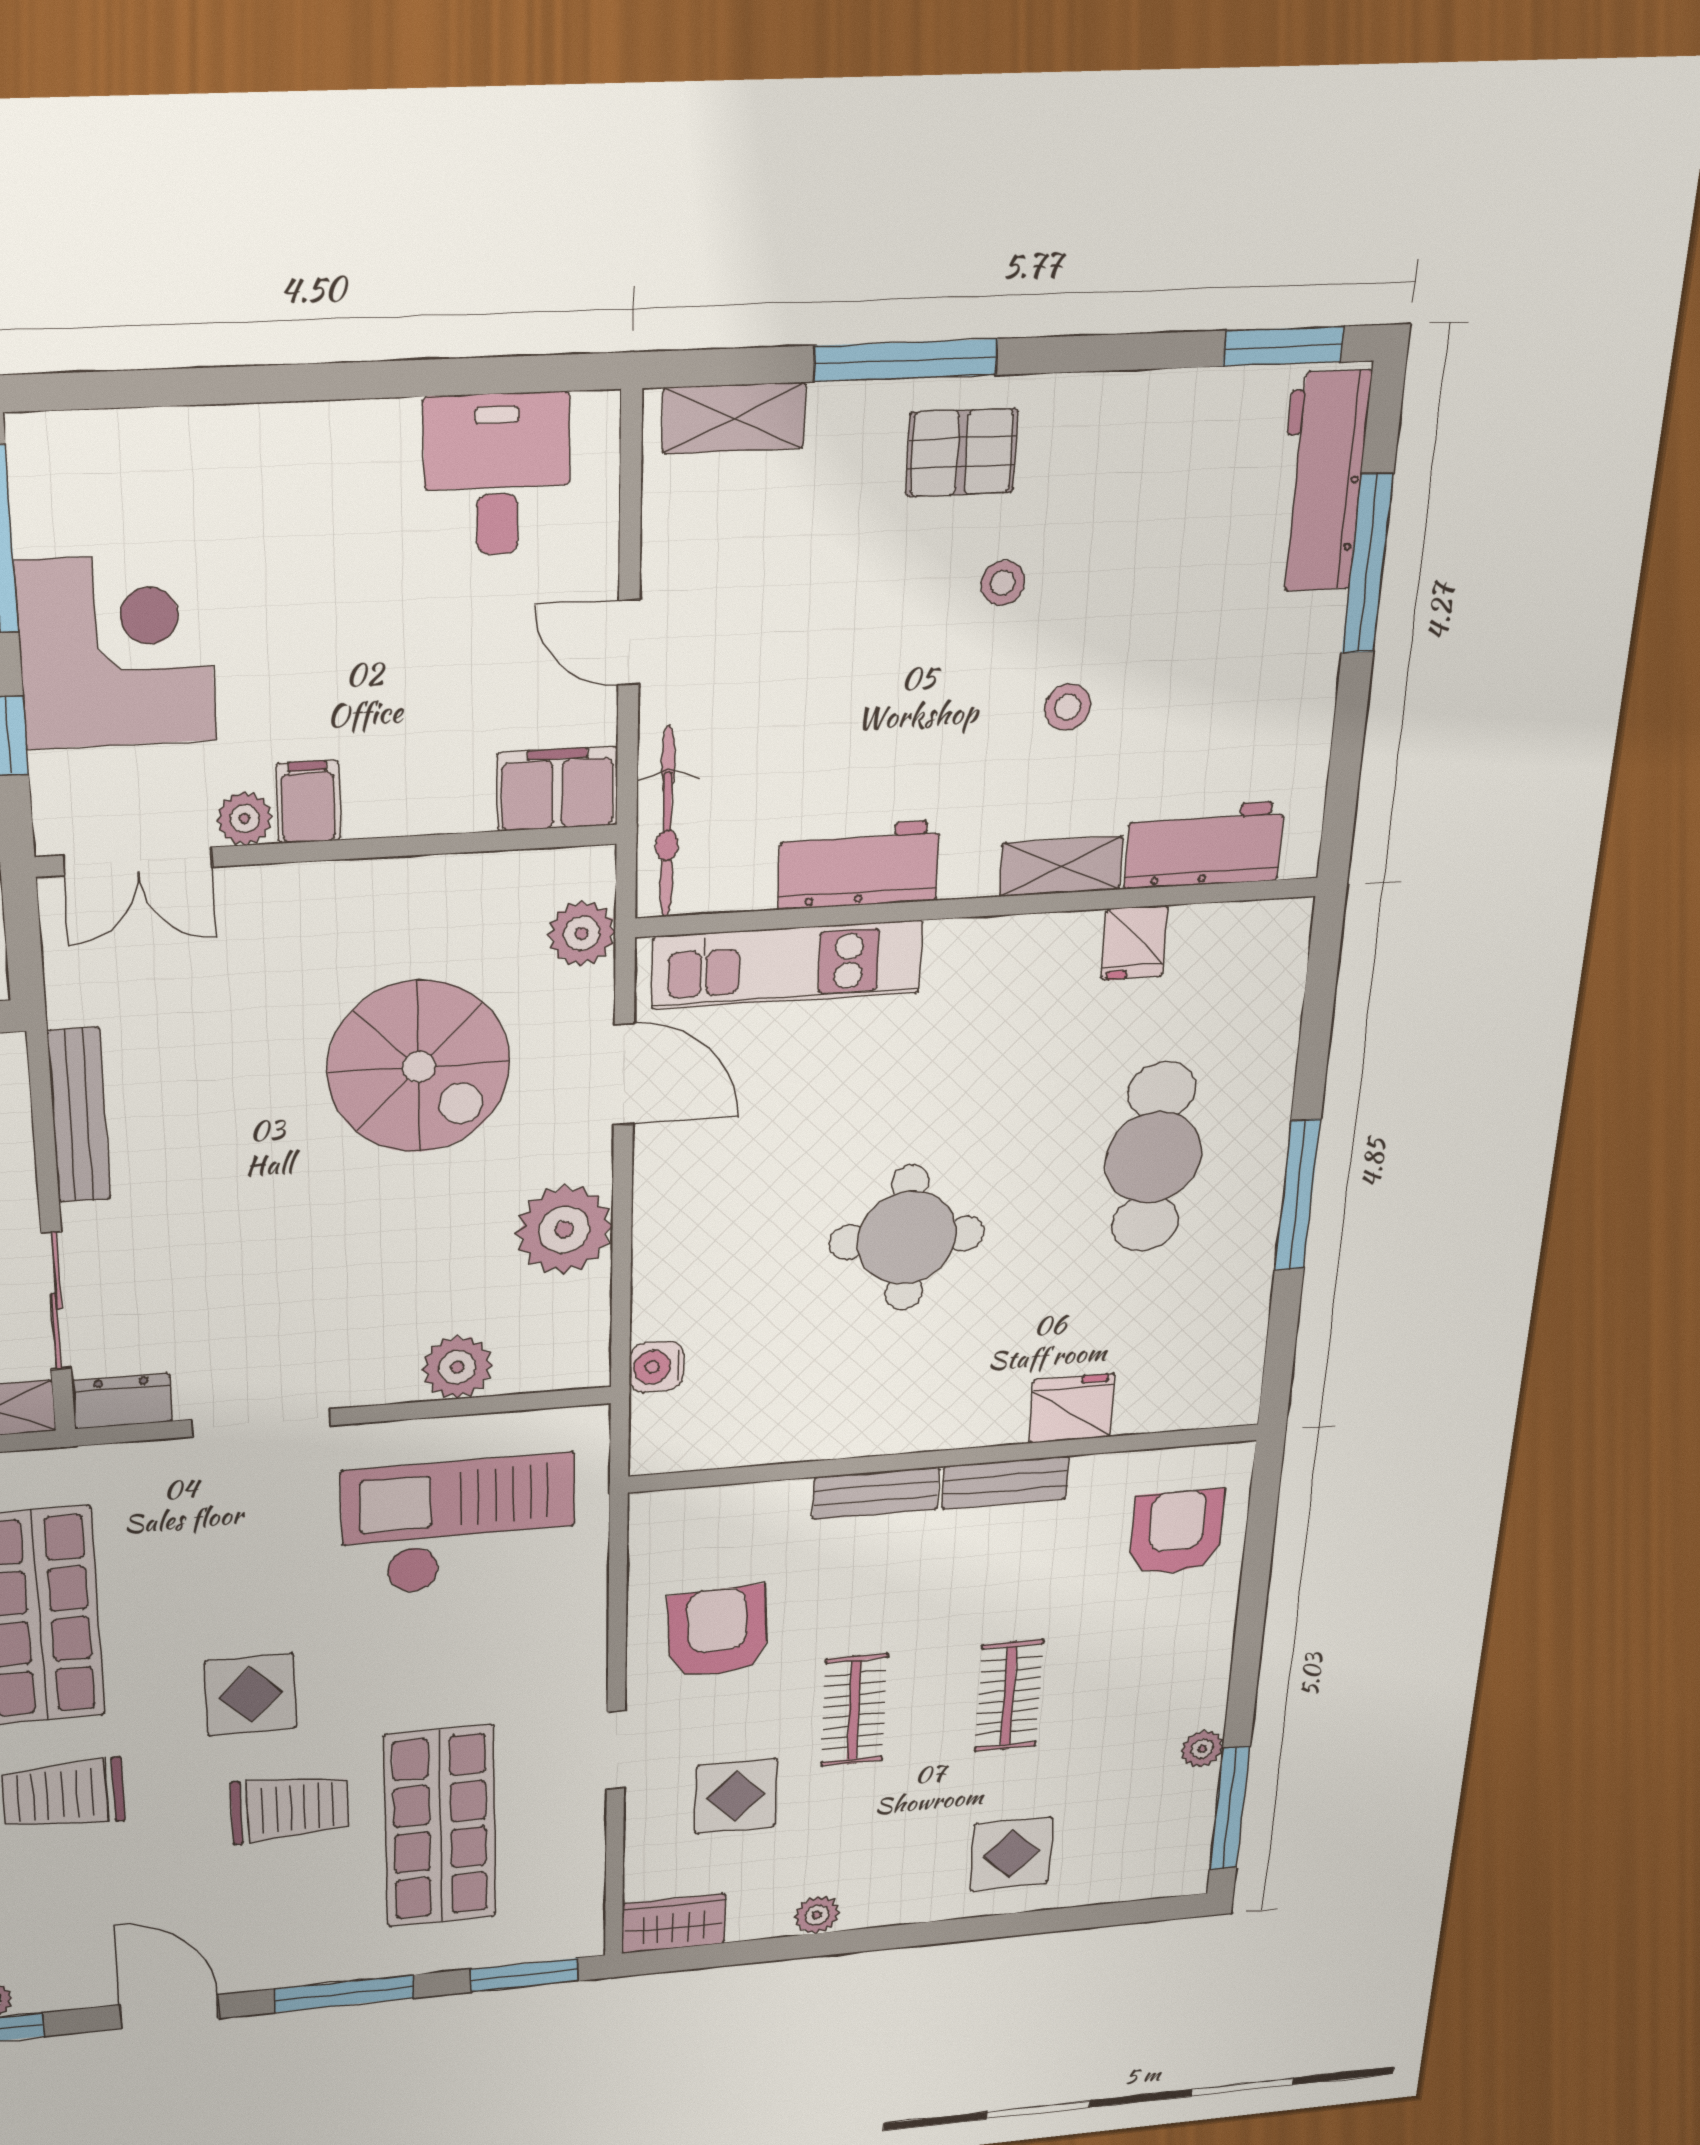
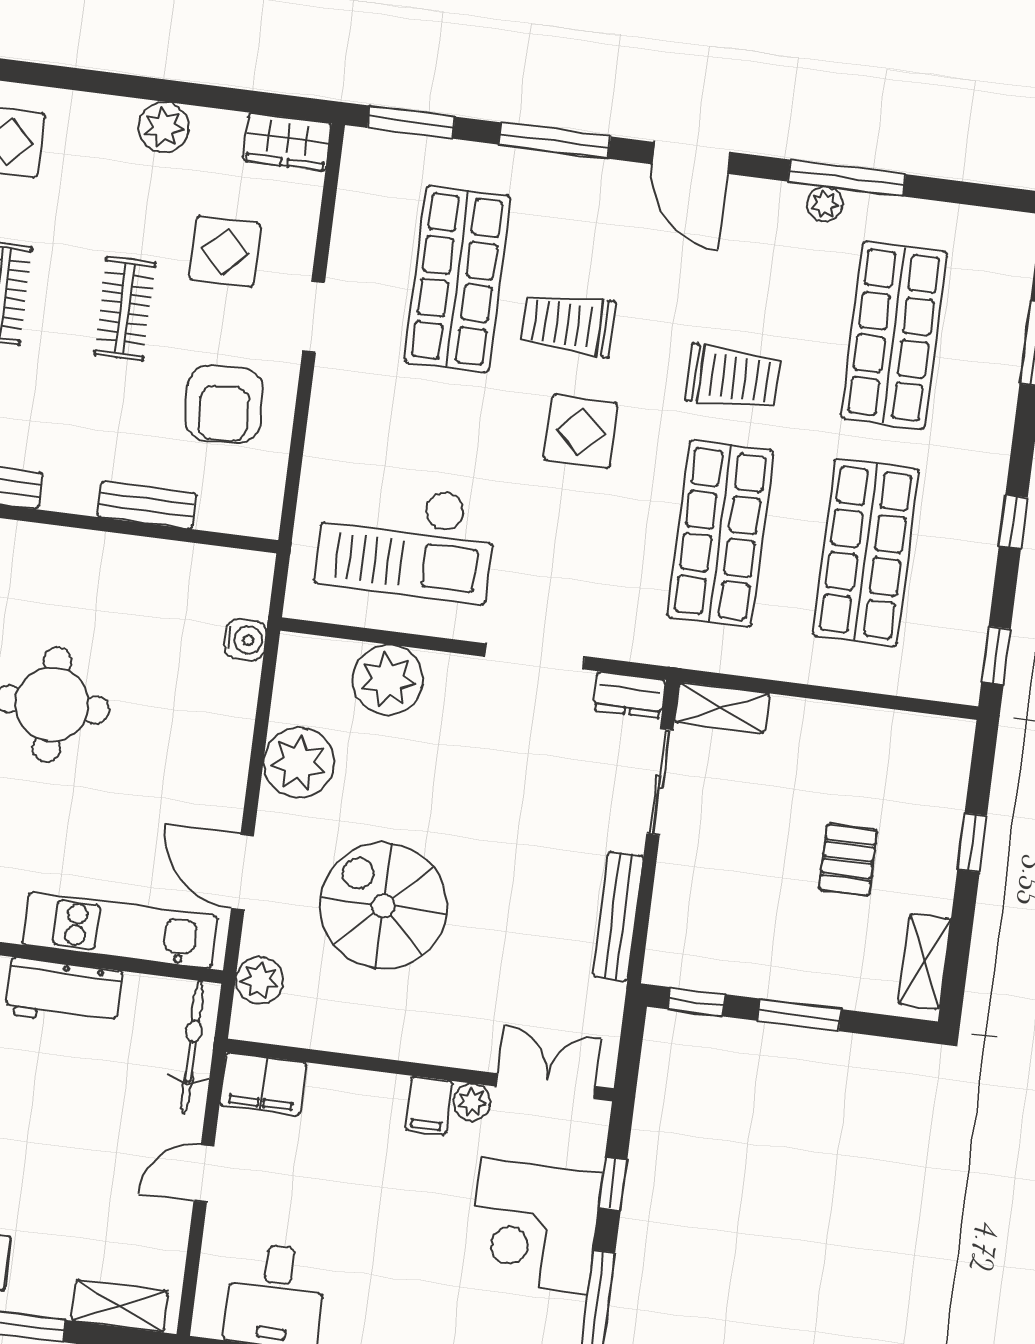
door: (629, 642) -> (204, 1174), swing flipped
plant: (457, 1367) -> (388, 680), width x1.36, depth x1.36
bench: (876, 1493) -> (147, 505), moved
plant: (817, 1915) -> (164, 127), width x1.38, depth x1.38

